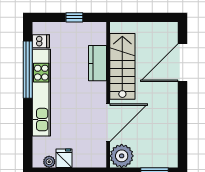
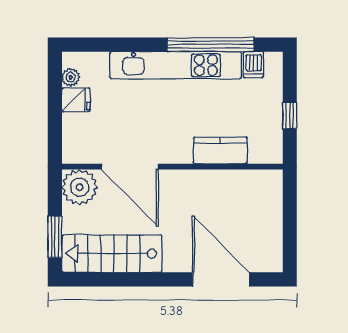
stairs: (122, 66) -> (112, 254), moved, turned 180

